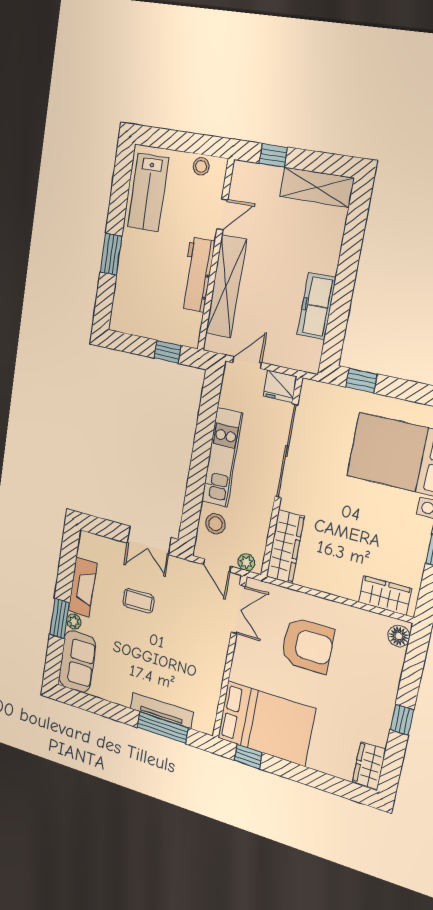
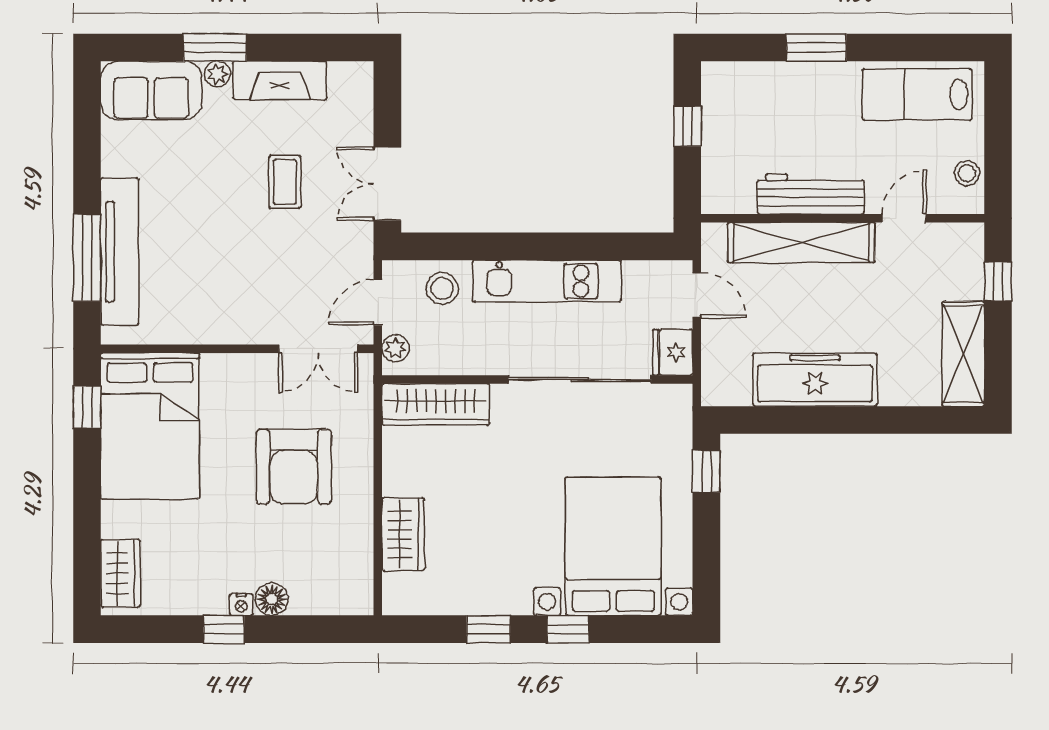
door: (222, 214) -> (904, 218), swing flipped
freezer: (316, 306) -> (815, 380), width x1.36, depth x1.26
window: (167, 352) -> (687, 126), moved
wardrobe: (385, 596) -> (403, 534), moved
floor lamp: (399, 636) -> (272, 599), moved
nightstand: (388, 704) -> (241, 605), added
tv unit: (162, 710) -> (120, 252), width x1.36, depth x1.29
wardrobe: (369, 766) -> (120, 573), moved, turned 90

